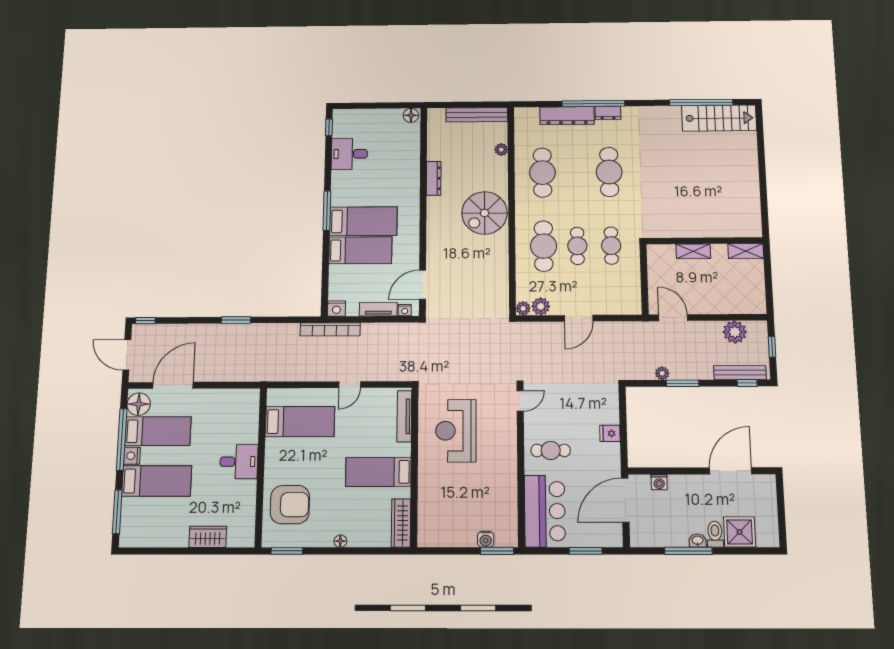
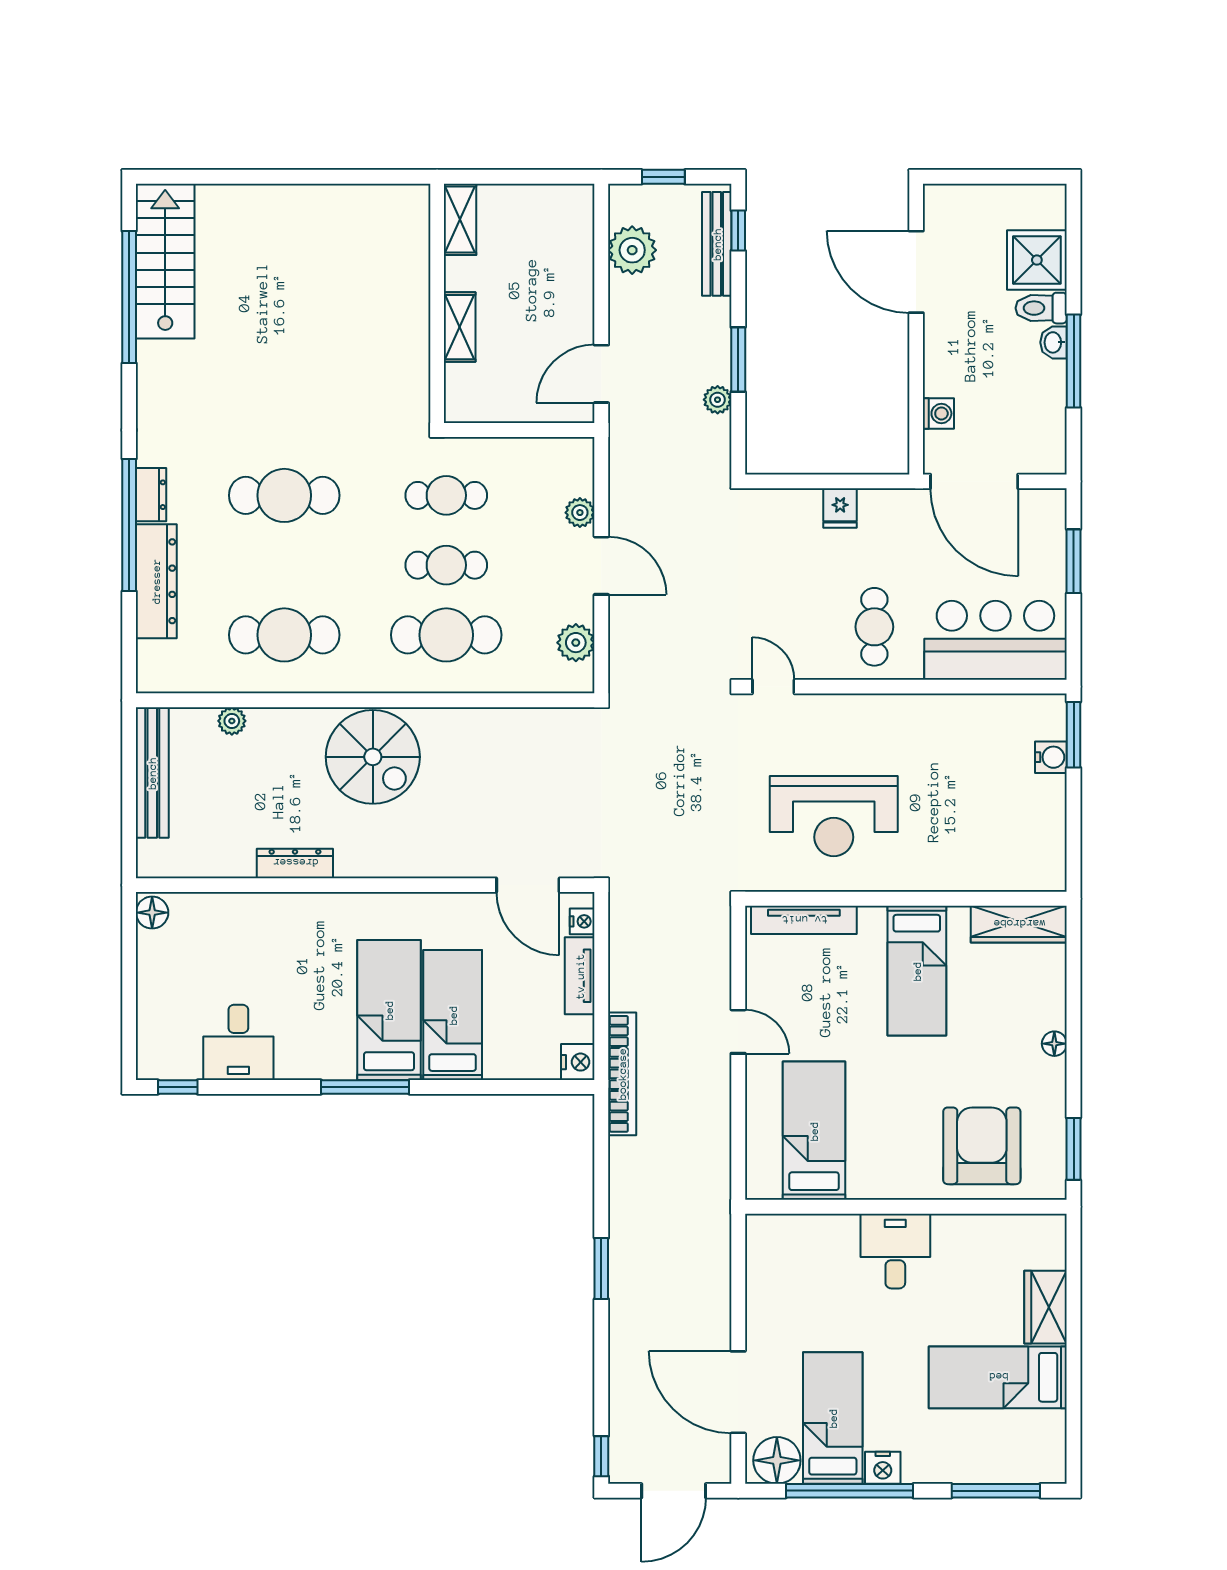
plant: (523, 308) -> (580, 513), moved
bed: (157, 481) -> (998, 1377), moved, turned -90

